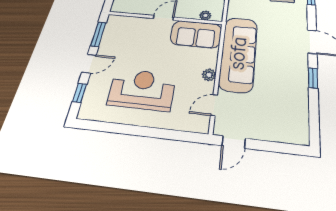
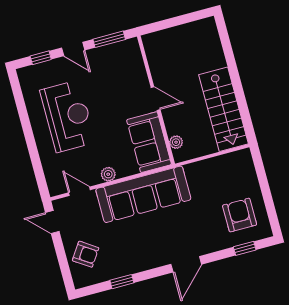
window: (313, 78) -> (122, 282), moved
armchair: (277, 122) -> (86, 254), added

